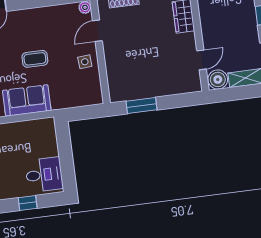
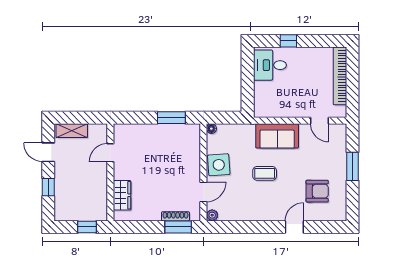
side table: (85, 62) -> (219, 165), width x1.87, depth x1.87
boiler: (218, 79) -> (98, 133), removed
floor lamp: (98, 99) -> (211, 129), added

